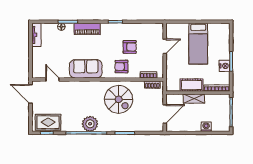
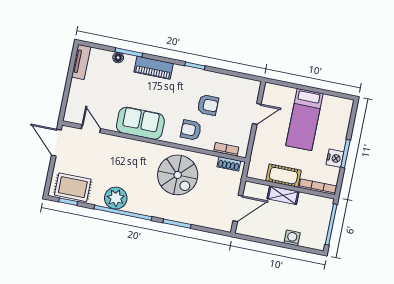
plant: (90, 124) -> (116, 198), moved

